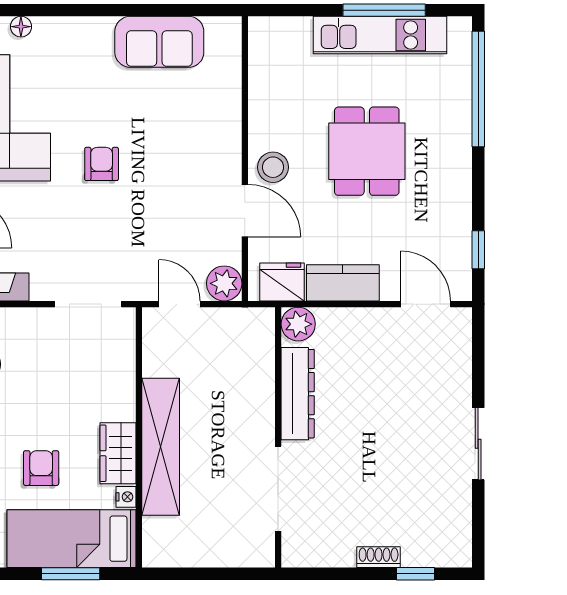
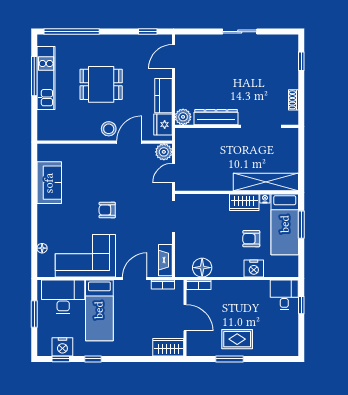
shelving: (161, 447) -> (266, 182), moved
shoe rack: (379, 557) -> (294, 100), moved

